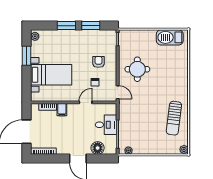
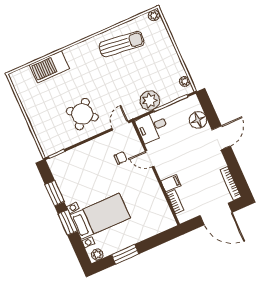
barbecue: (170, 37) -> (49, 67), moved, turned 90
armchair: (99, 62) -> (94, 165), removed
round table: (137, 69) -> (82, 114), turned 38
bed with nightstands: (51, 75) -> (100, 216), moved, turned 90
plant: (126, 120) -> (150, 101), added
desk: (106, 125) -> (152, 127), moved, turned -90

